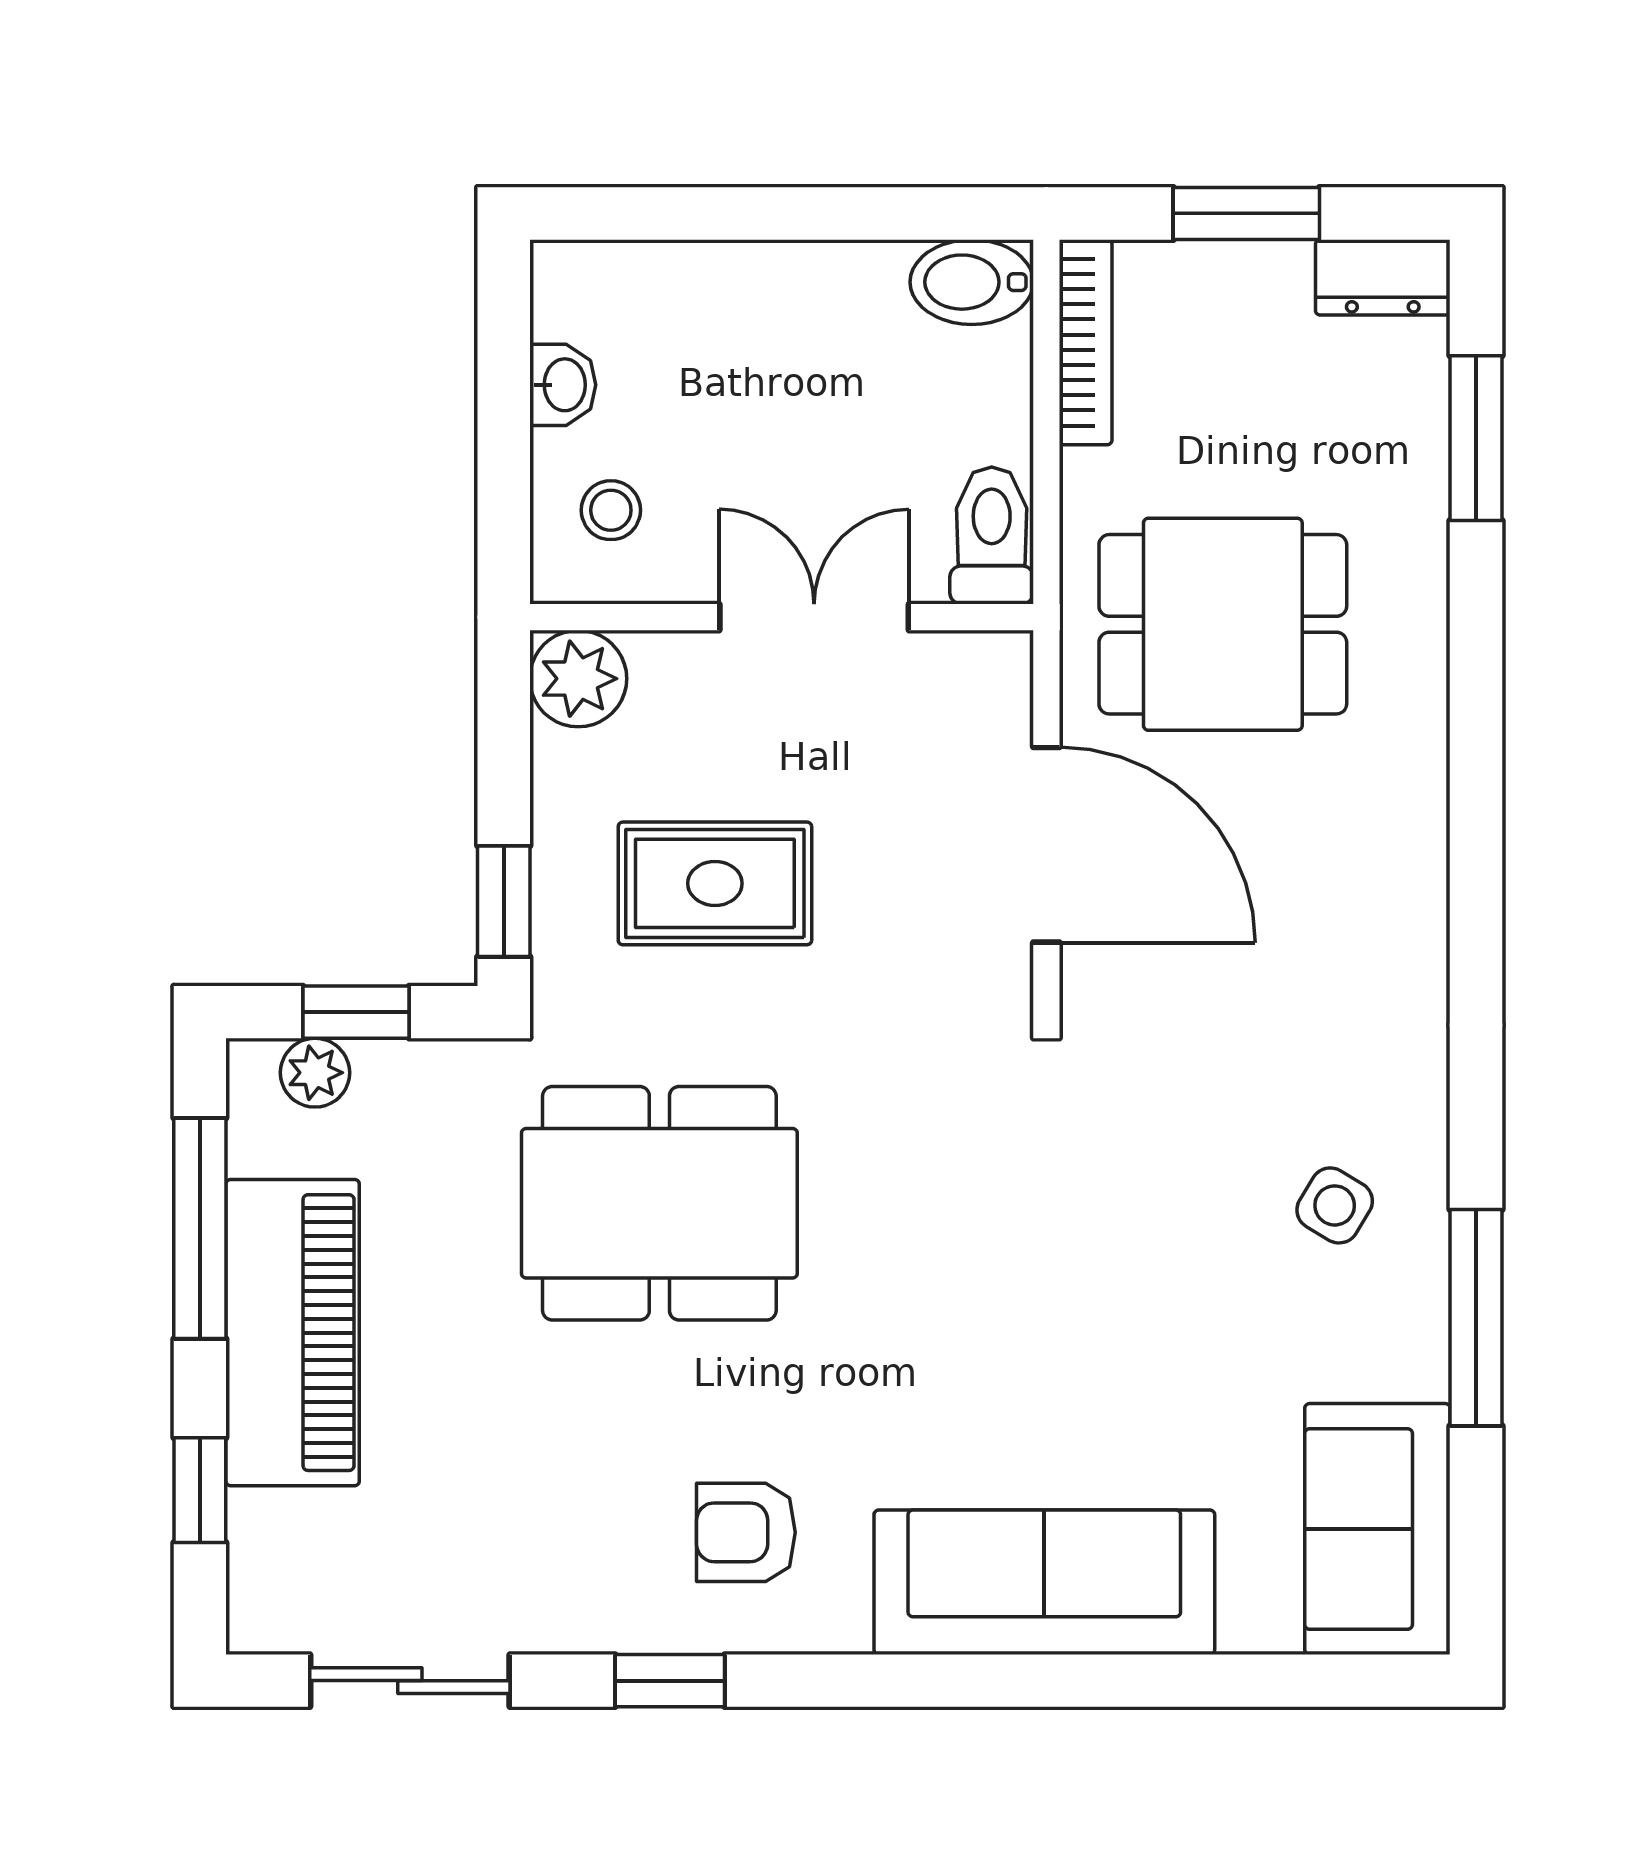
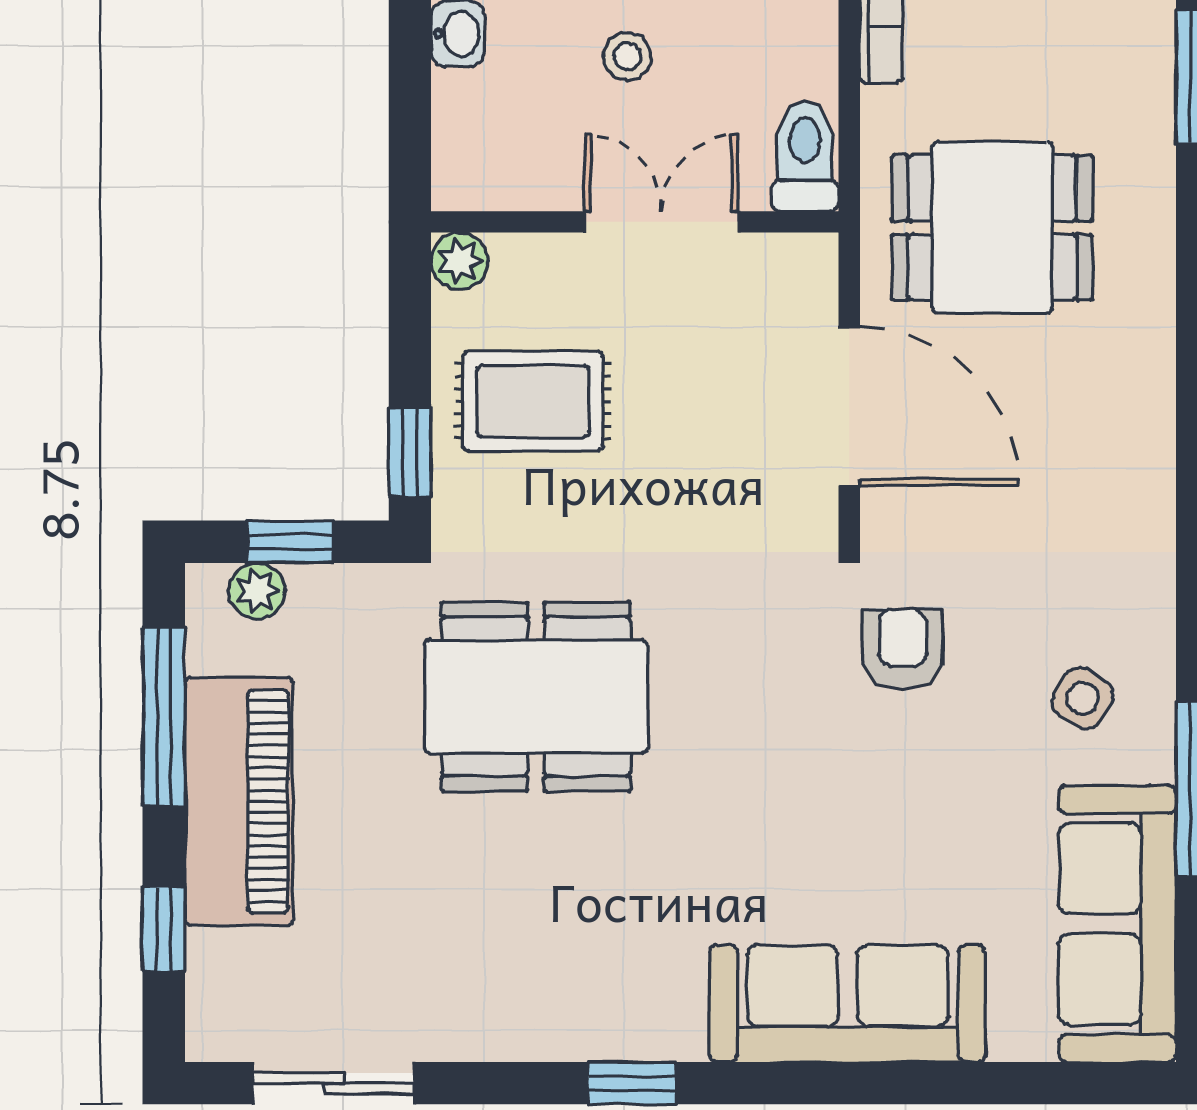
stool: (611, 510) -> (627, 56), moved
plant: (578, 679) -> (459, 261), width x0.73, depth x0.73
rug: (715, 883) -> (533, 401), moved
sofa: (1377, 1529) -> (1117, 924), width x1.36
armchair: (746, 1532) -> (903, 649), moved, turned 90
window: (670, 1681) -> (632, 1083), moved

